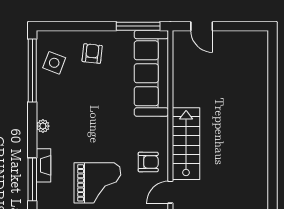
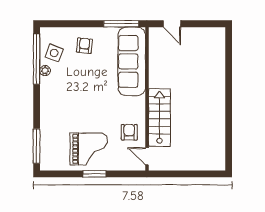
plant: (43, 126) -> (45, 71), moved
armchair: (148, 162) -> (129, 132), turned -90
fireplace: (43, 165) -> (45, 135), removed
door: (170, 192) -> (147, 156), hinge flipped

